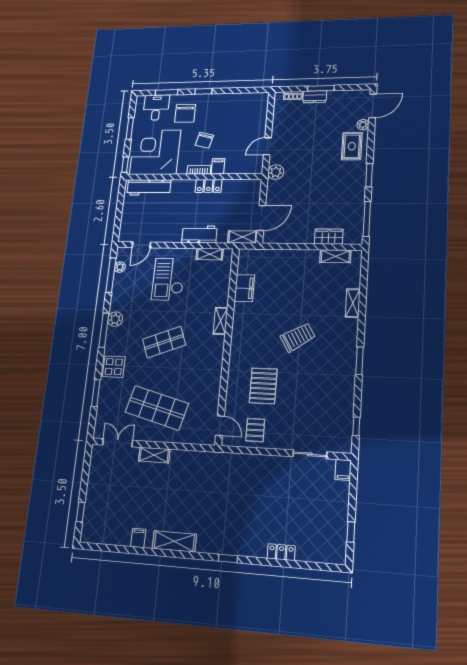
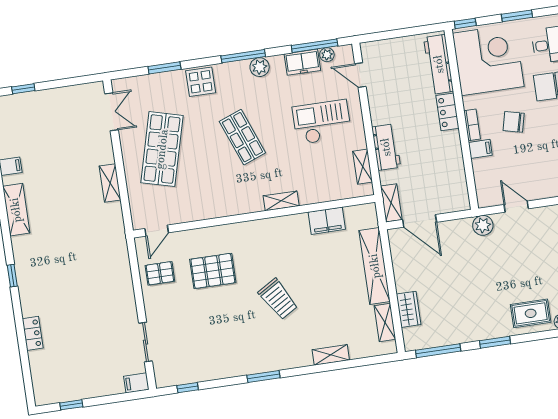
locker: (209, 186) -> (447, 112), moved
shelving: (289, 257) -> (375, 266), added
freezer: (120, 286) -> (302, 62), added
shelving: (154, 455) -> (110, 183), moved

